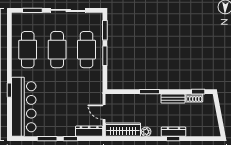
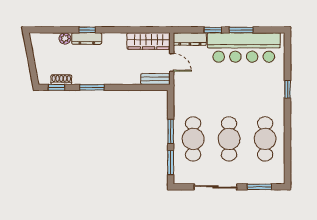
window: (150, 92) -> (92, 87), moved
bench: (173, 99) -> (155, 79), moved
bar counter: (24, 107) -> (244, 47), moved, turned -90
plant: (146, 132) -> (65, 38), moved

